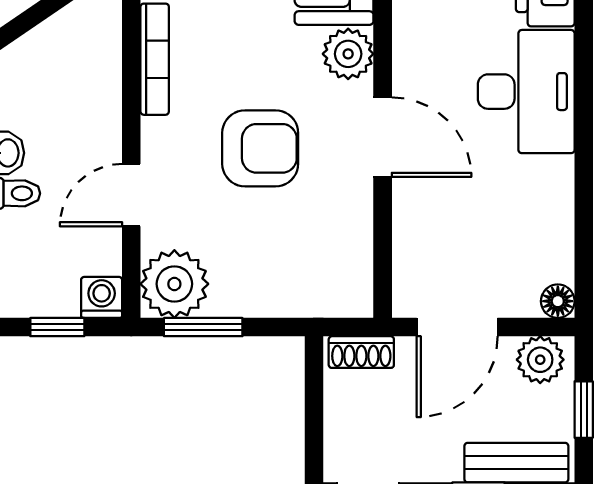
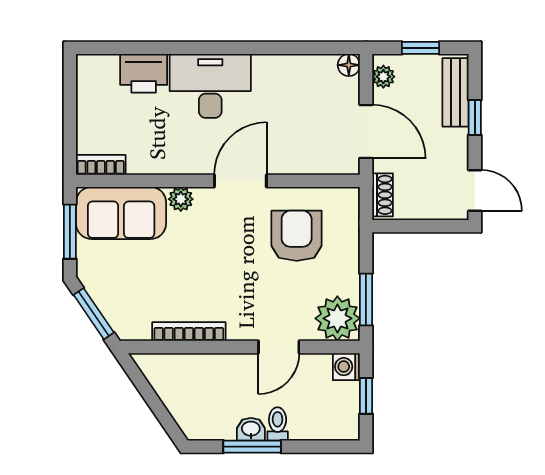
plant: (348, 54) -> (181, 199), width x0.73, depth x0.73
armchair: (260, 148) -> (297, 236), moved
door: (131, 195) -> (279, 347), hinge flipped
plant: (540, 360) -> (383, 77), width x0.73, depth x0.73

